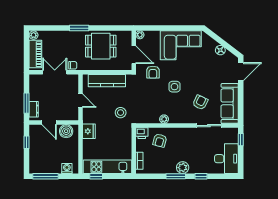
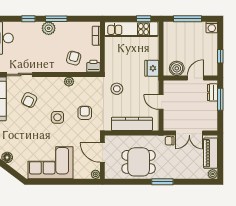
armchair: (153, 72) -> (85, 113), moved
door: (49, 122) -> (195, 78), hinge flipped
washing machine: (67, 168) -> (212, 27), moved
window: (45, 176) -> (187, 19), moved

